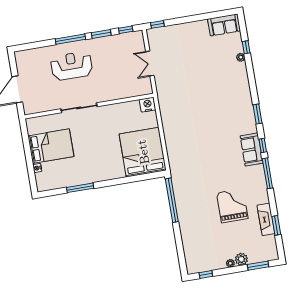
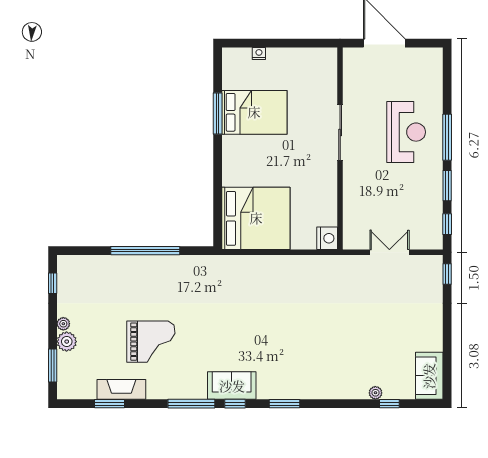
bed: (51, 146) -> (254, 112), moved, turned -90
window: (172, 200) -> (145, 251), moved

